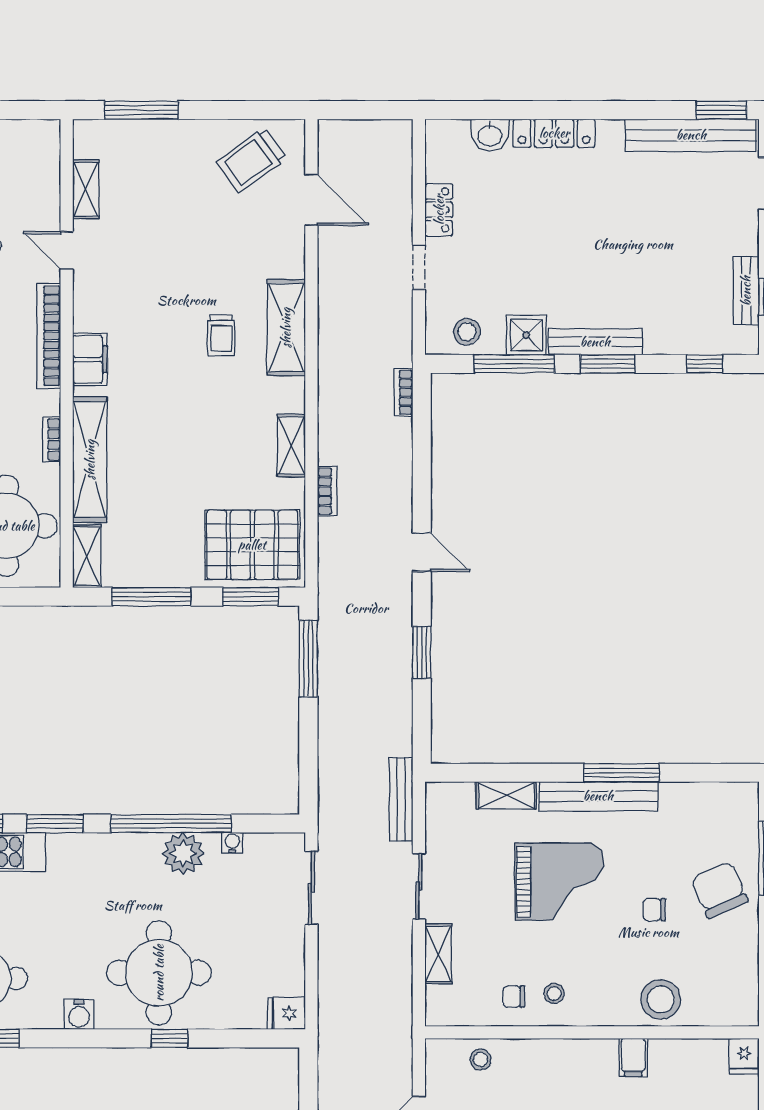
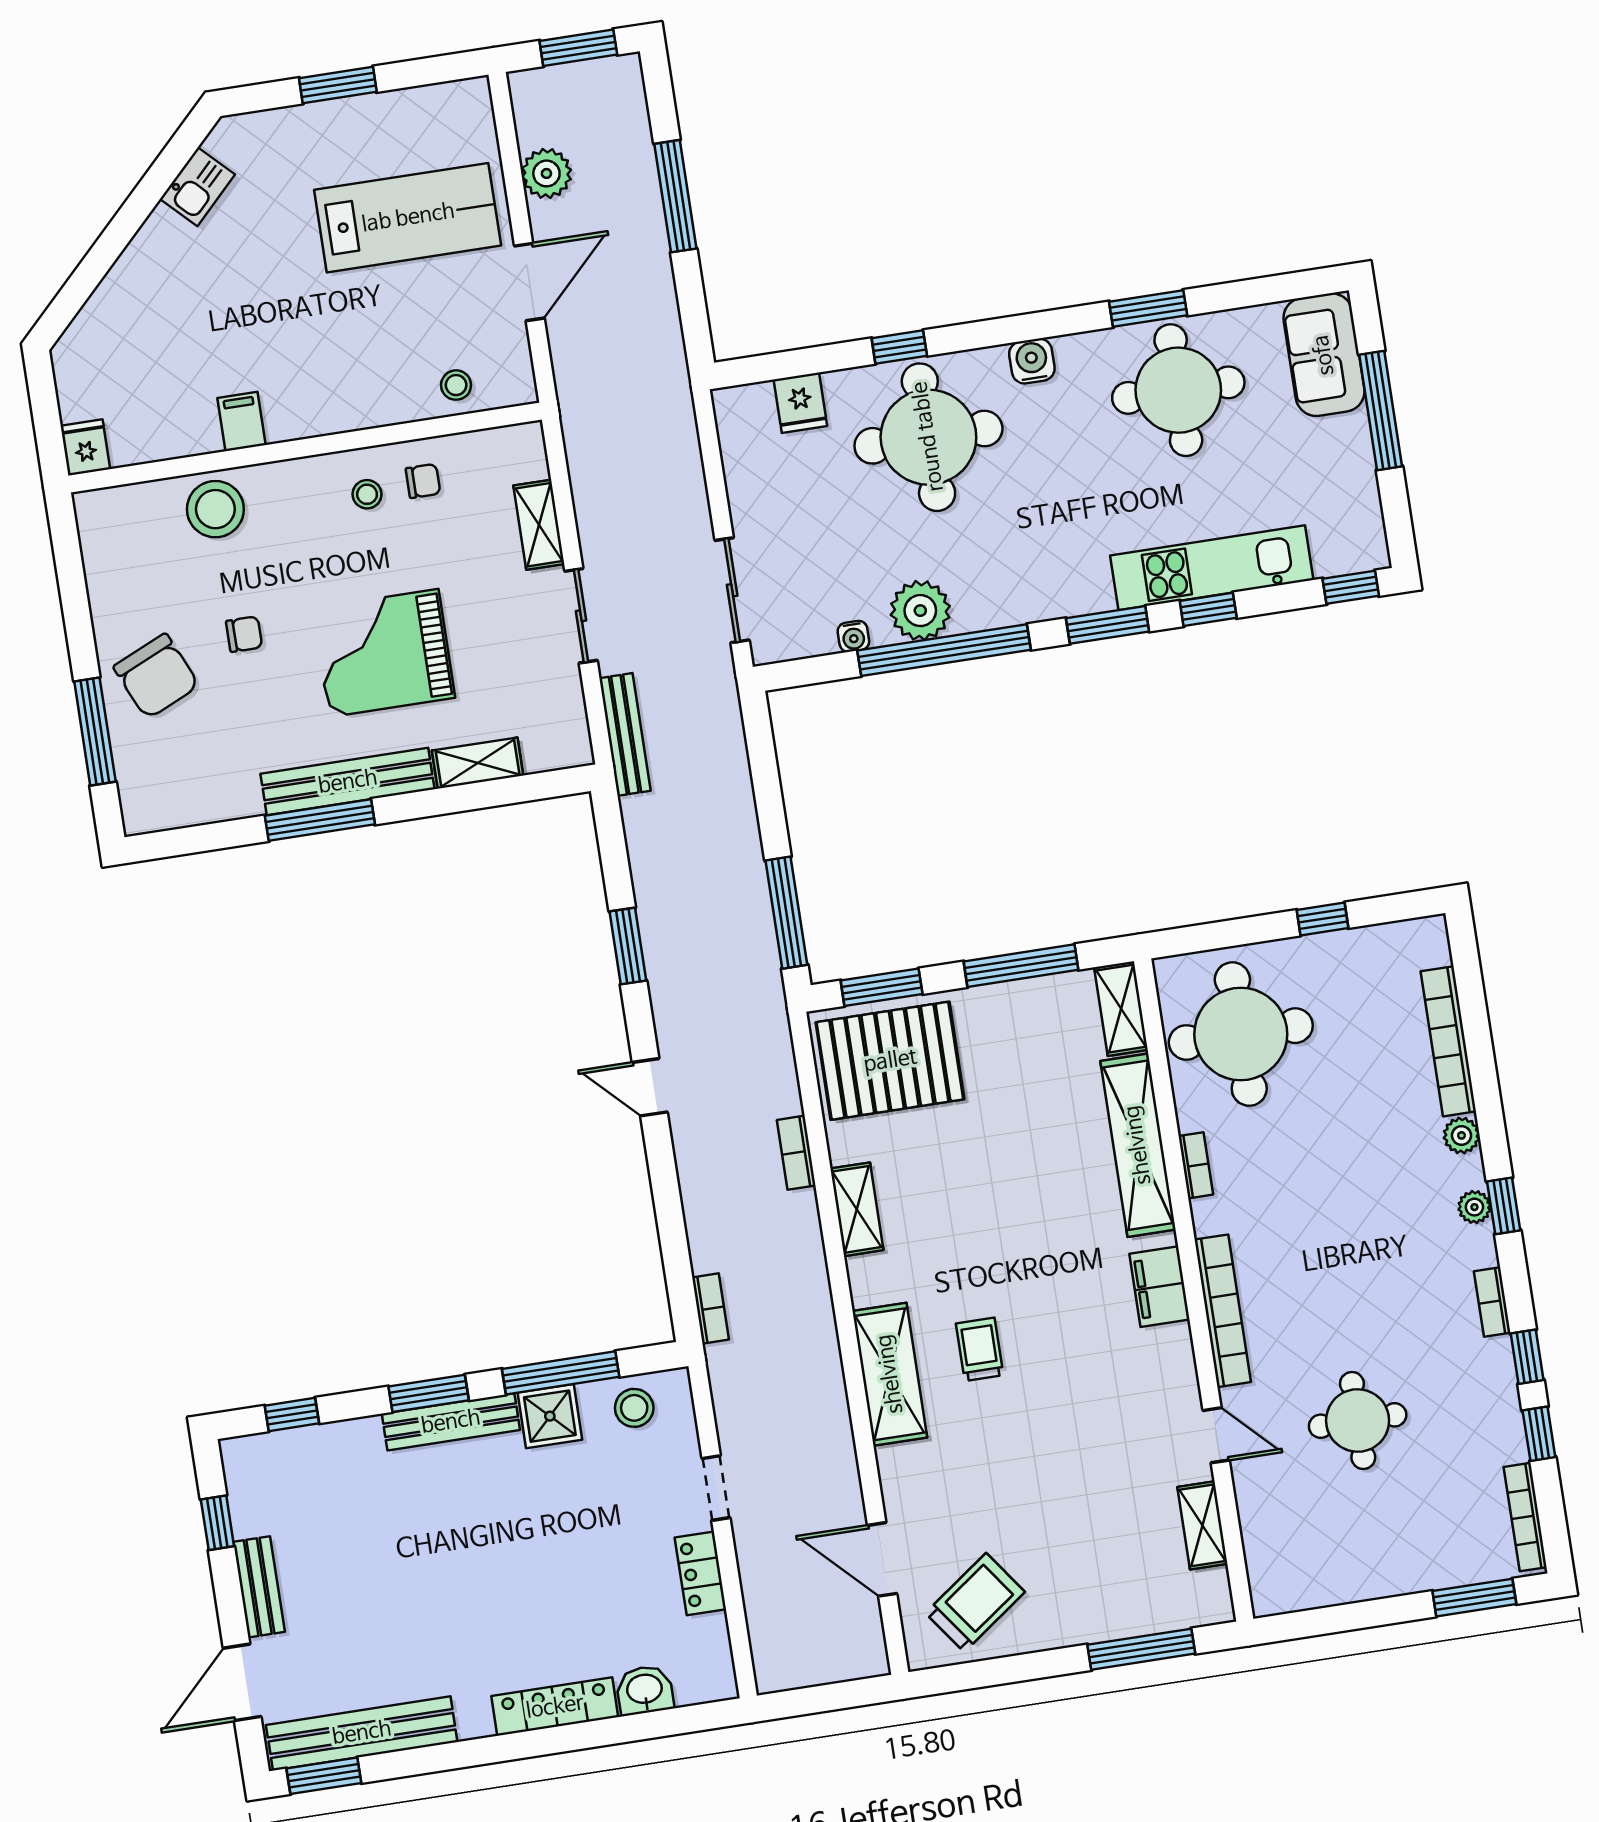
bench: (746, 291) -> (259, 1587), moved
fridge: (286, 1013) -> (800, 403), moved, turned 90

